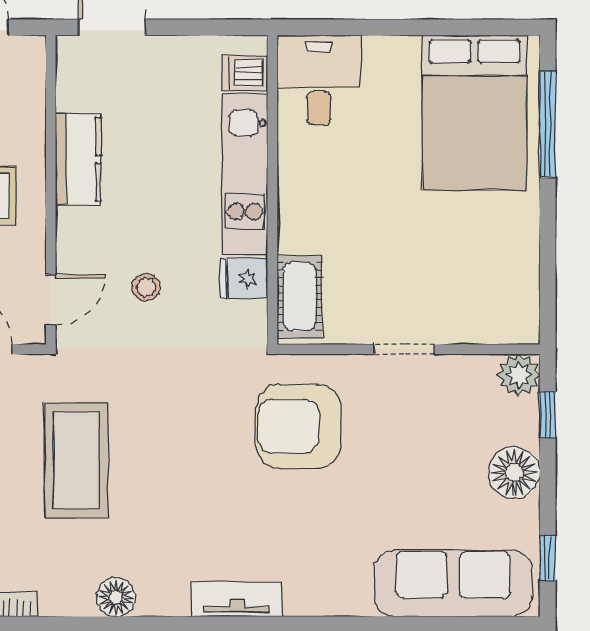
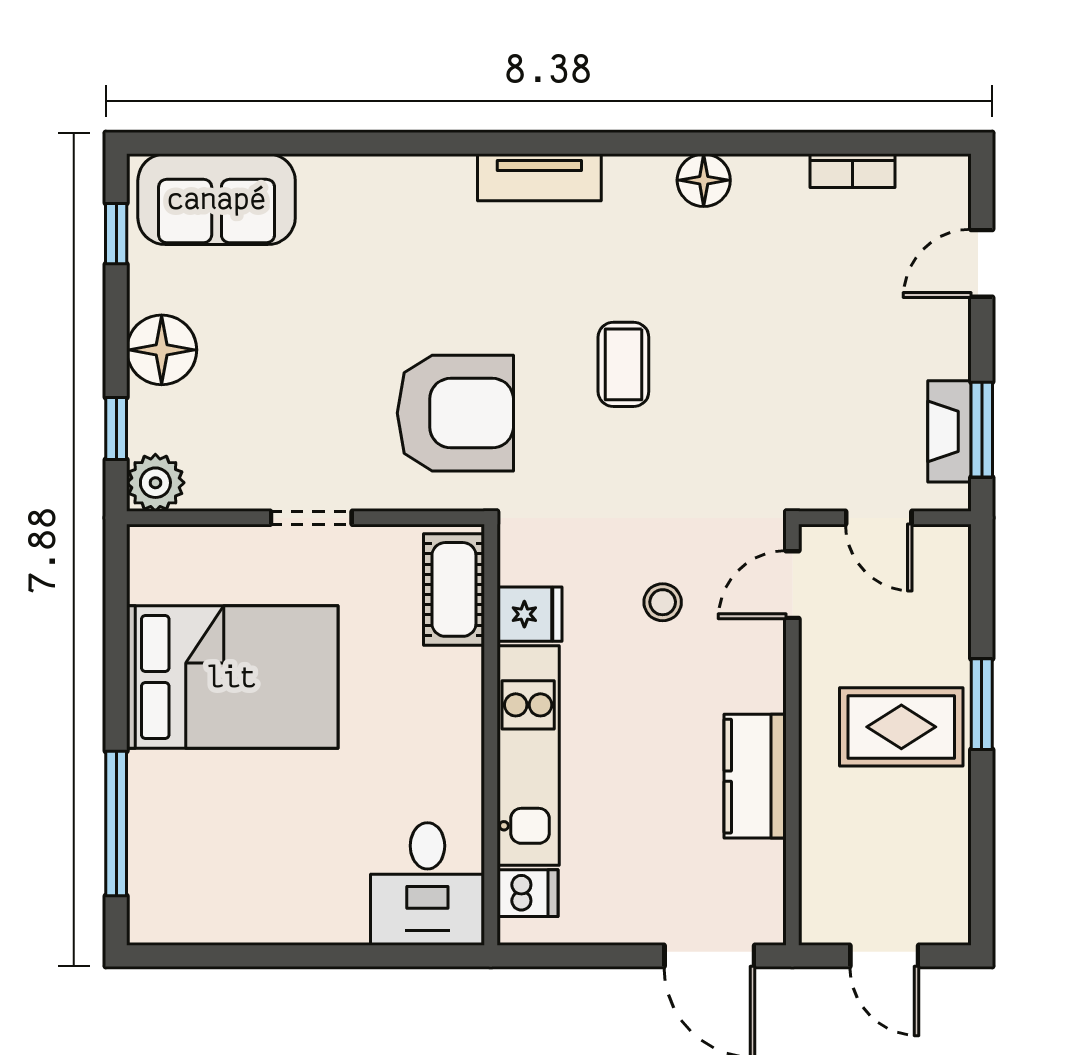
bed: (475, 113) -> (232, 677), moved, turned 90
coffee table: (76, 460) -> (623, 364), moved, width x0.54, depth x0.58
sofa: (453, 583) -> (217, 199), width x0.73

